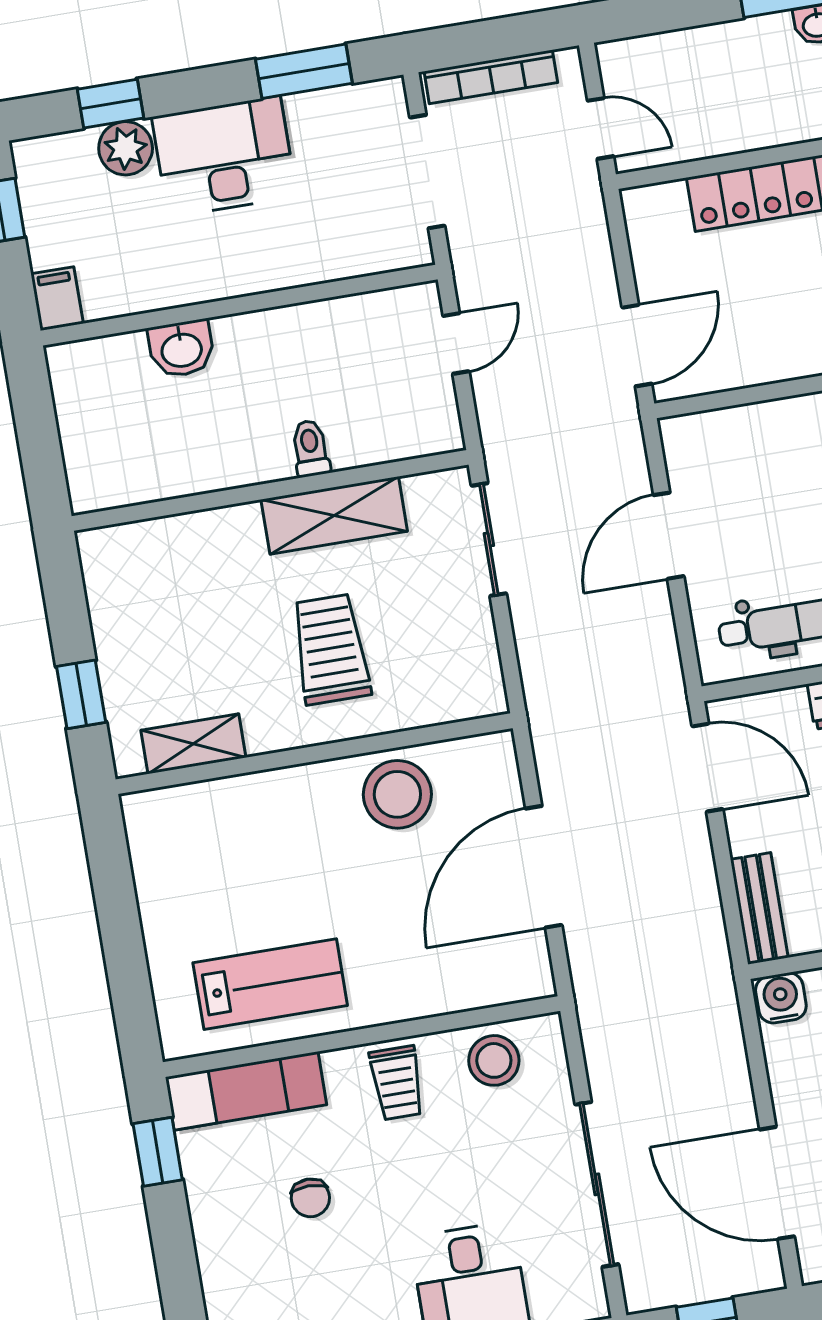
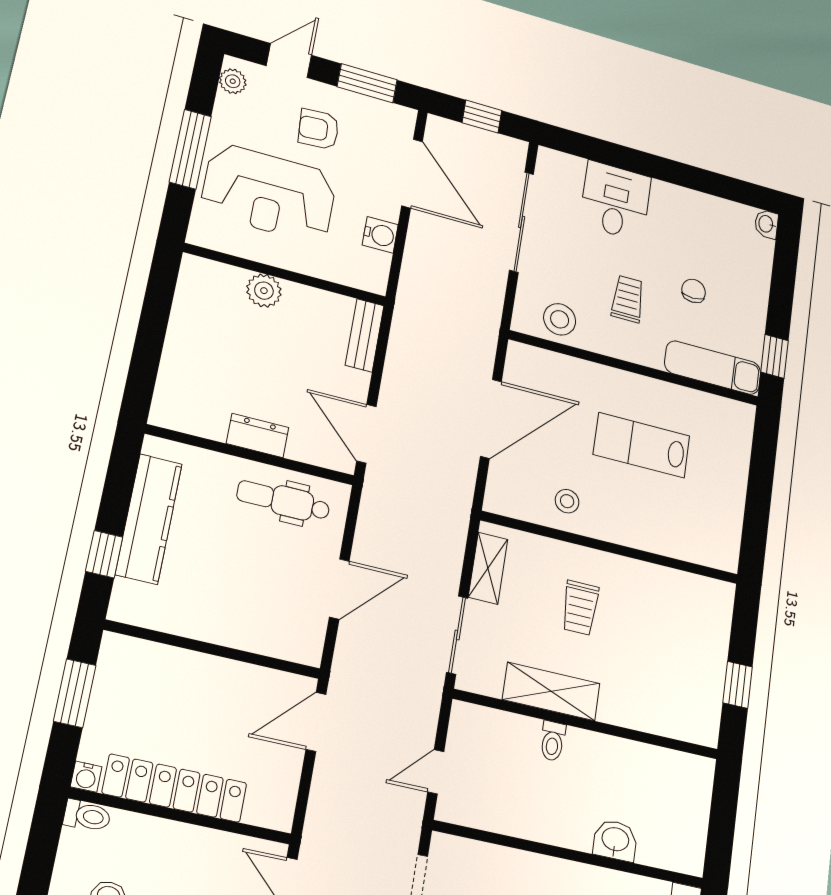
trolley: (331, 649) -> (580, 608), width x0.73, depth x0.72
window: (81, 694) -> (738, 685), moved
shelving: (193, 744) -> (488, 568), moved, turned 90
stool: (397, 794) -> (567, 501), width x0.53, depth x0.53
lab bench: (270, 984) -> (641, 445), moved
water cooler: (781, 998) -> (380, 235), moved, turned -90
trolley: (397, 1083) -> (628, 299), moved

